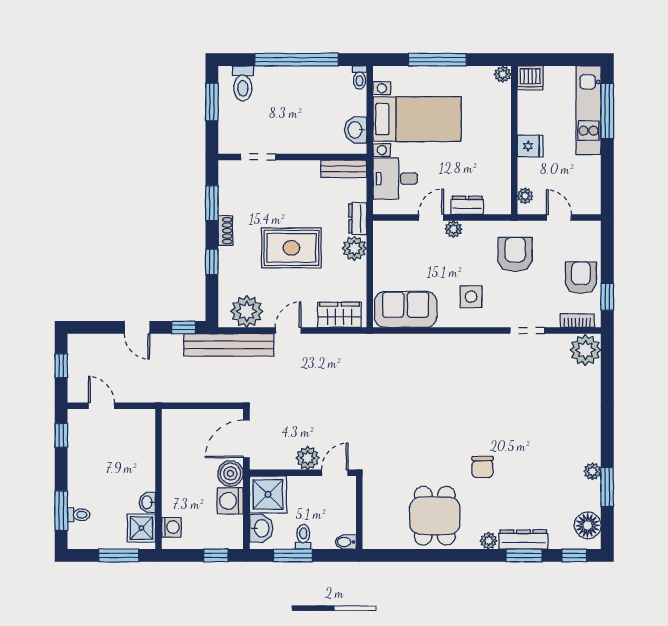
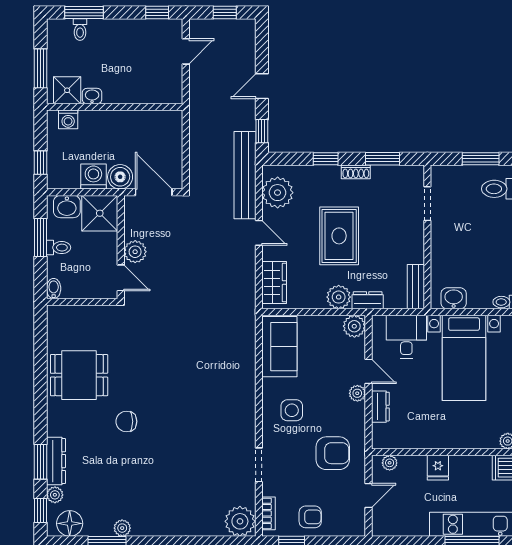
plant: (384, 232) -> (354, 326), added
armchair: (581, 278) -> (310, 517), width x0.72, depth x0.72
plant: (489, 541) -> (55, 495), moved

